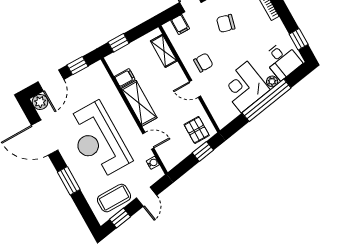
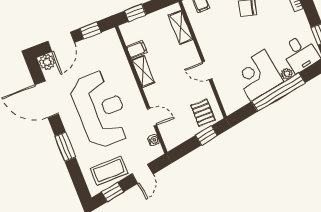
chair: (203, 63) -> (219, 45), removed
shelving: (139, 103) -> (143, 71), width x0.67, depth x0.75
reception desk: (98, 140) -> (101, 109), turned 180

